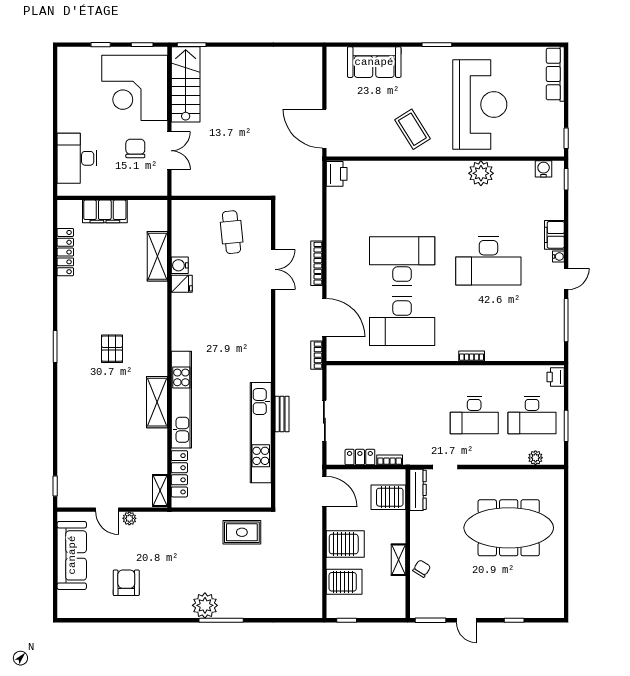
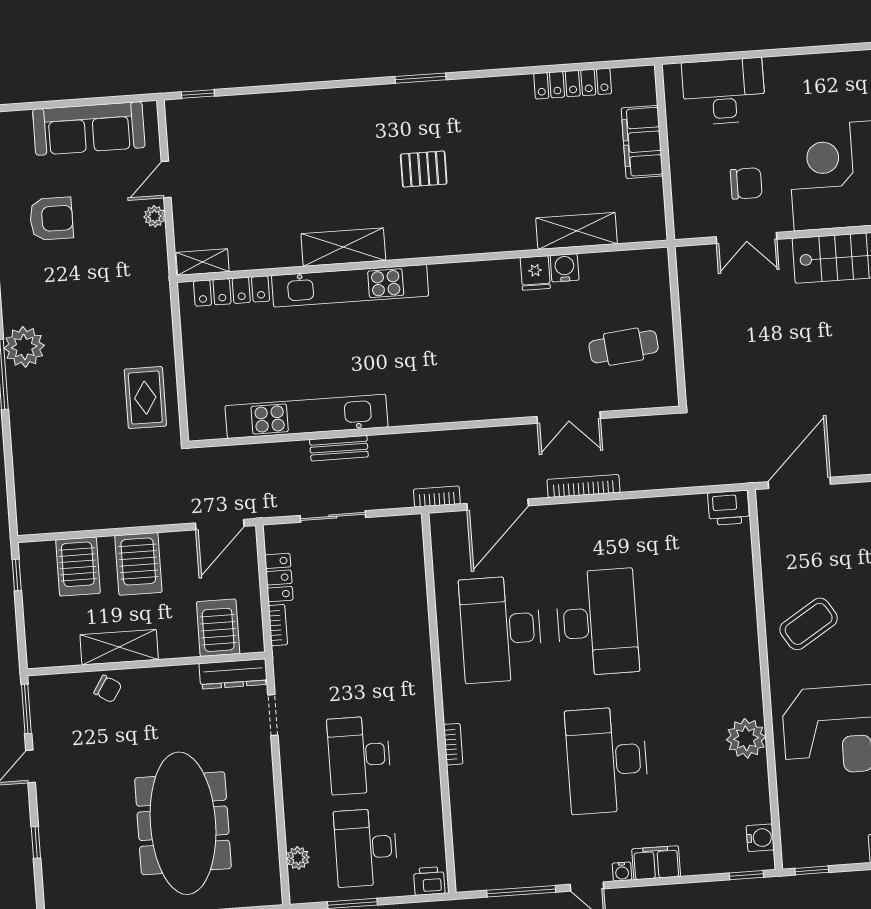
shelving: (399, 560) -> (119, 647), width x1.50, depth x1.33

